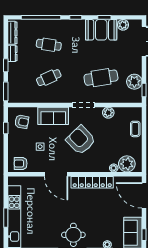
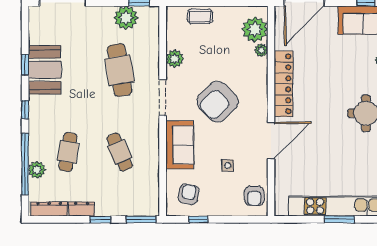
plant: (123, 25) -> (37, 170), moved

